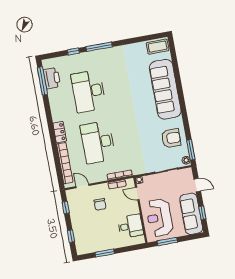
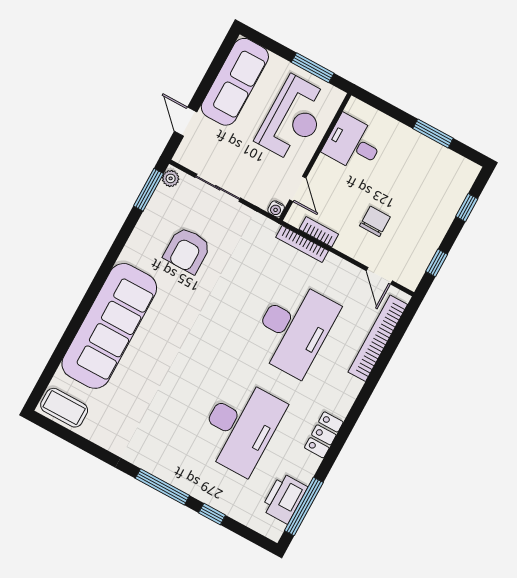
locker: (60, 132) -> (324, 435), moved
armchair: (171, 138) -> (187, 250), moved, turned -90
window: (202, 213) -> (215, 68), removed

